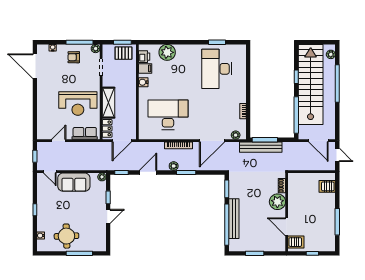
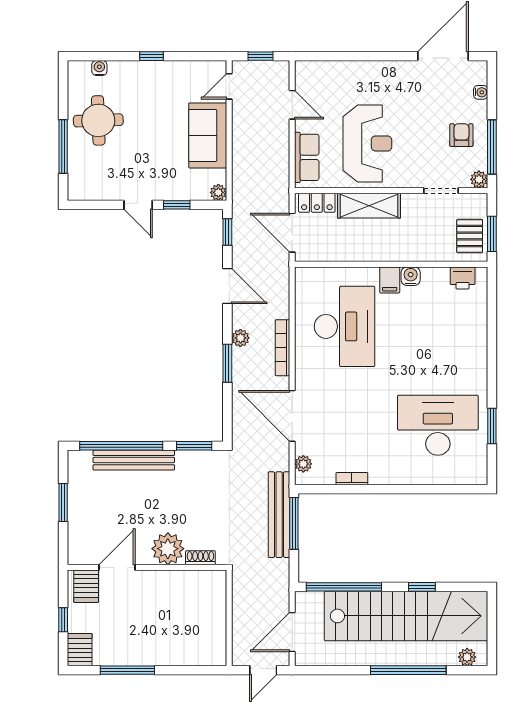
plant: (167, 52) -> (471, 325), removed
filing cabinet: (145, 68) -> (390, 280), moved
reception desk: (78, 103) -> (367, 144), turned 180
server rack: (327, 186) -> (80, 650), moved

